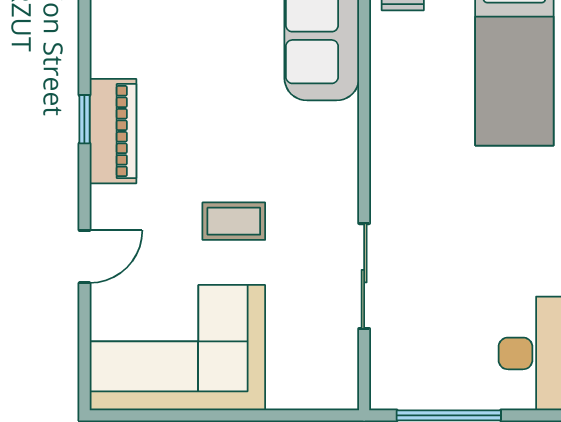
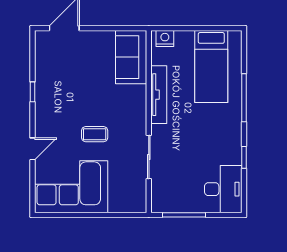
tv unit: (388, 126) -> (159, 95), added
piano: (113, 131) -> (44, 97), removed

